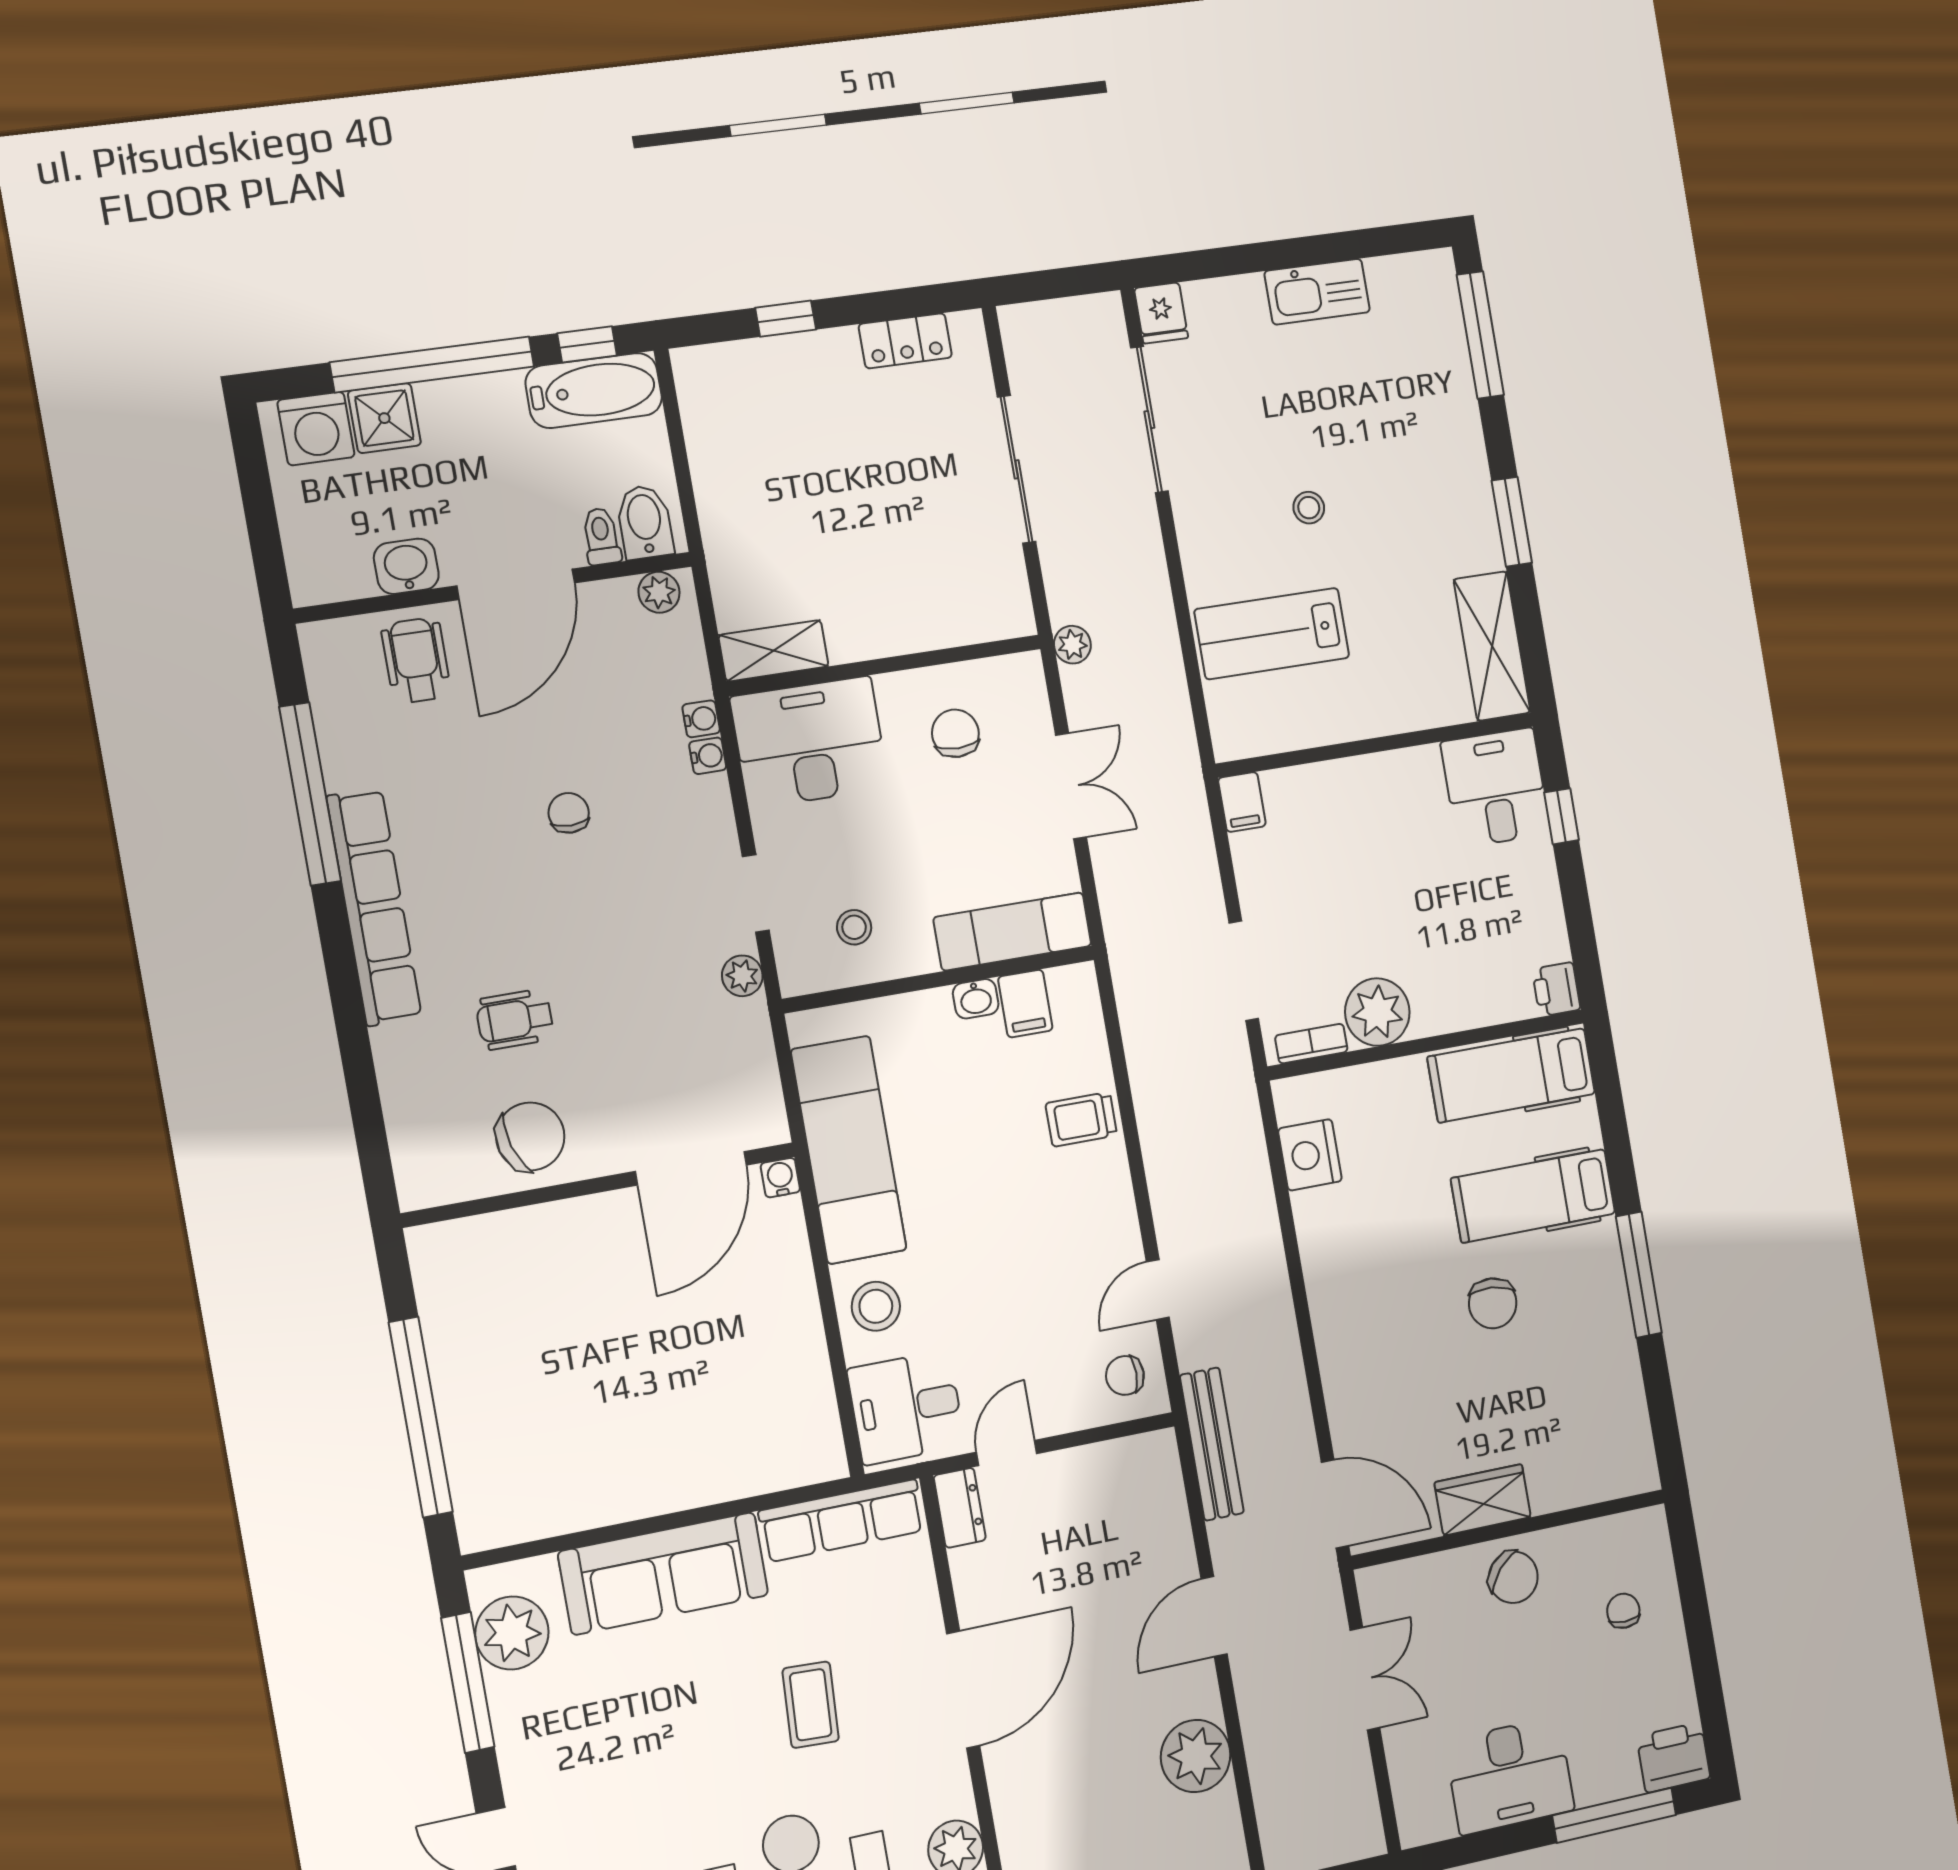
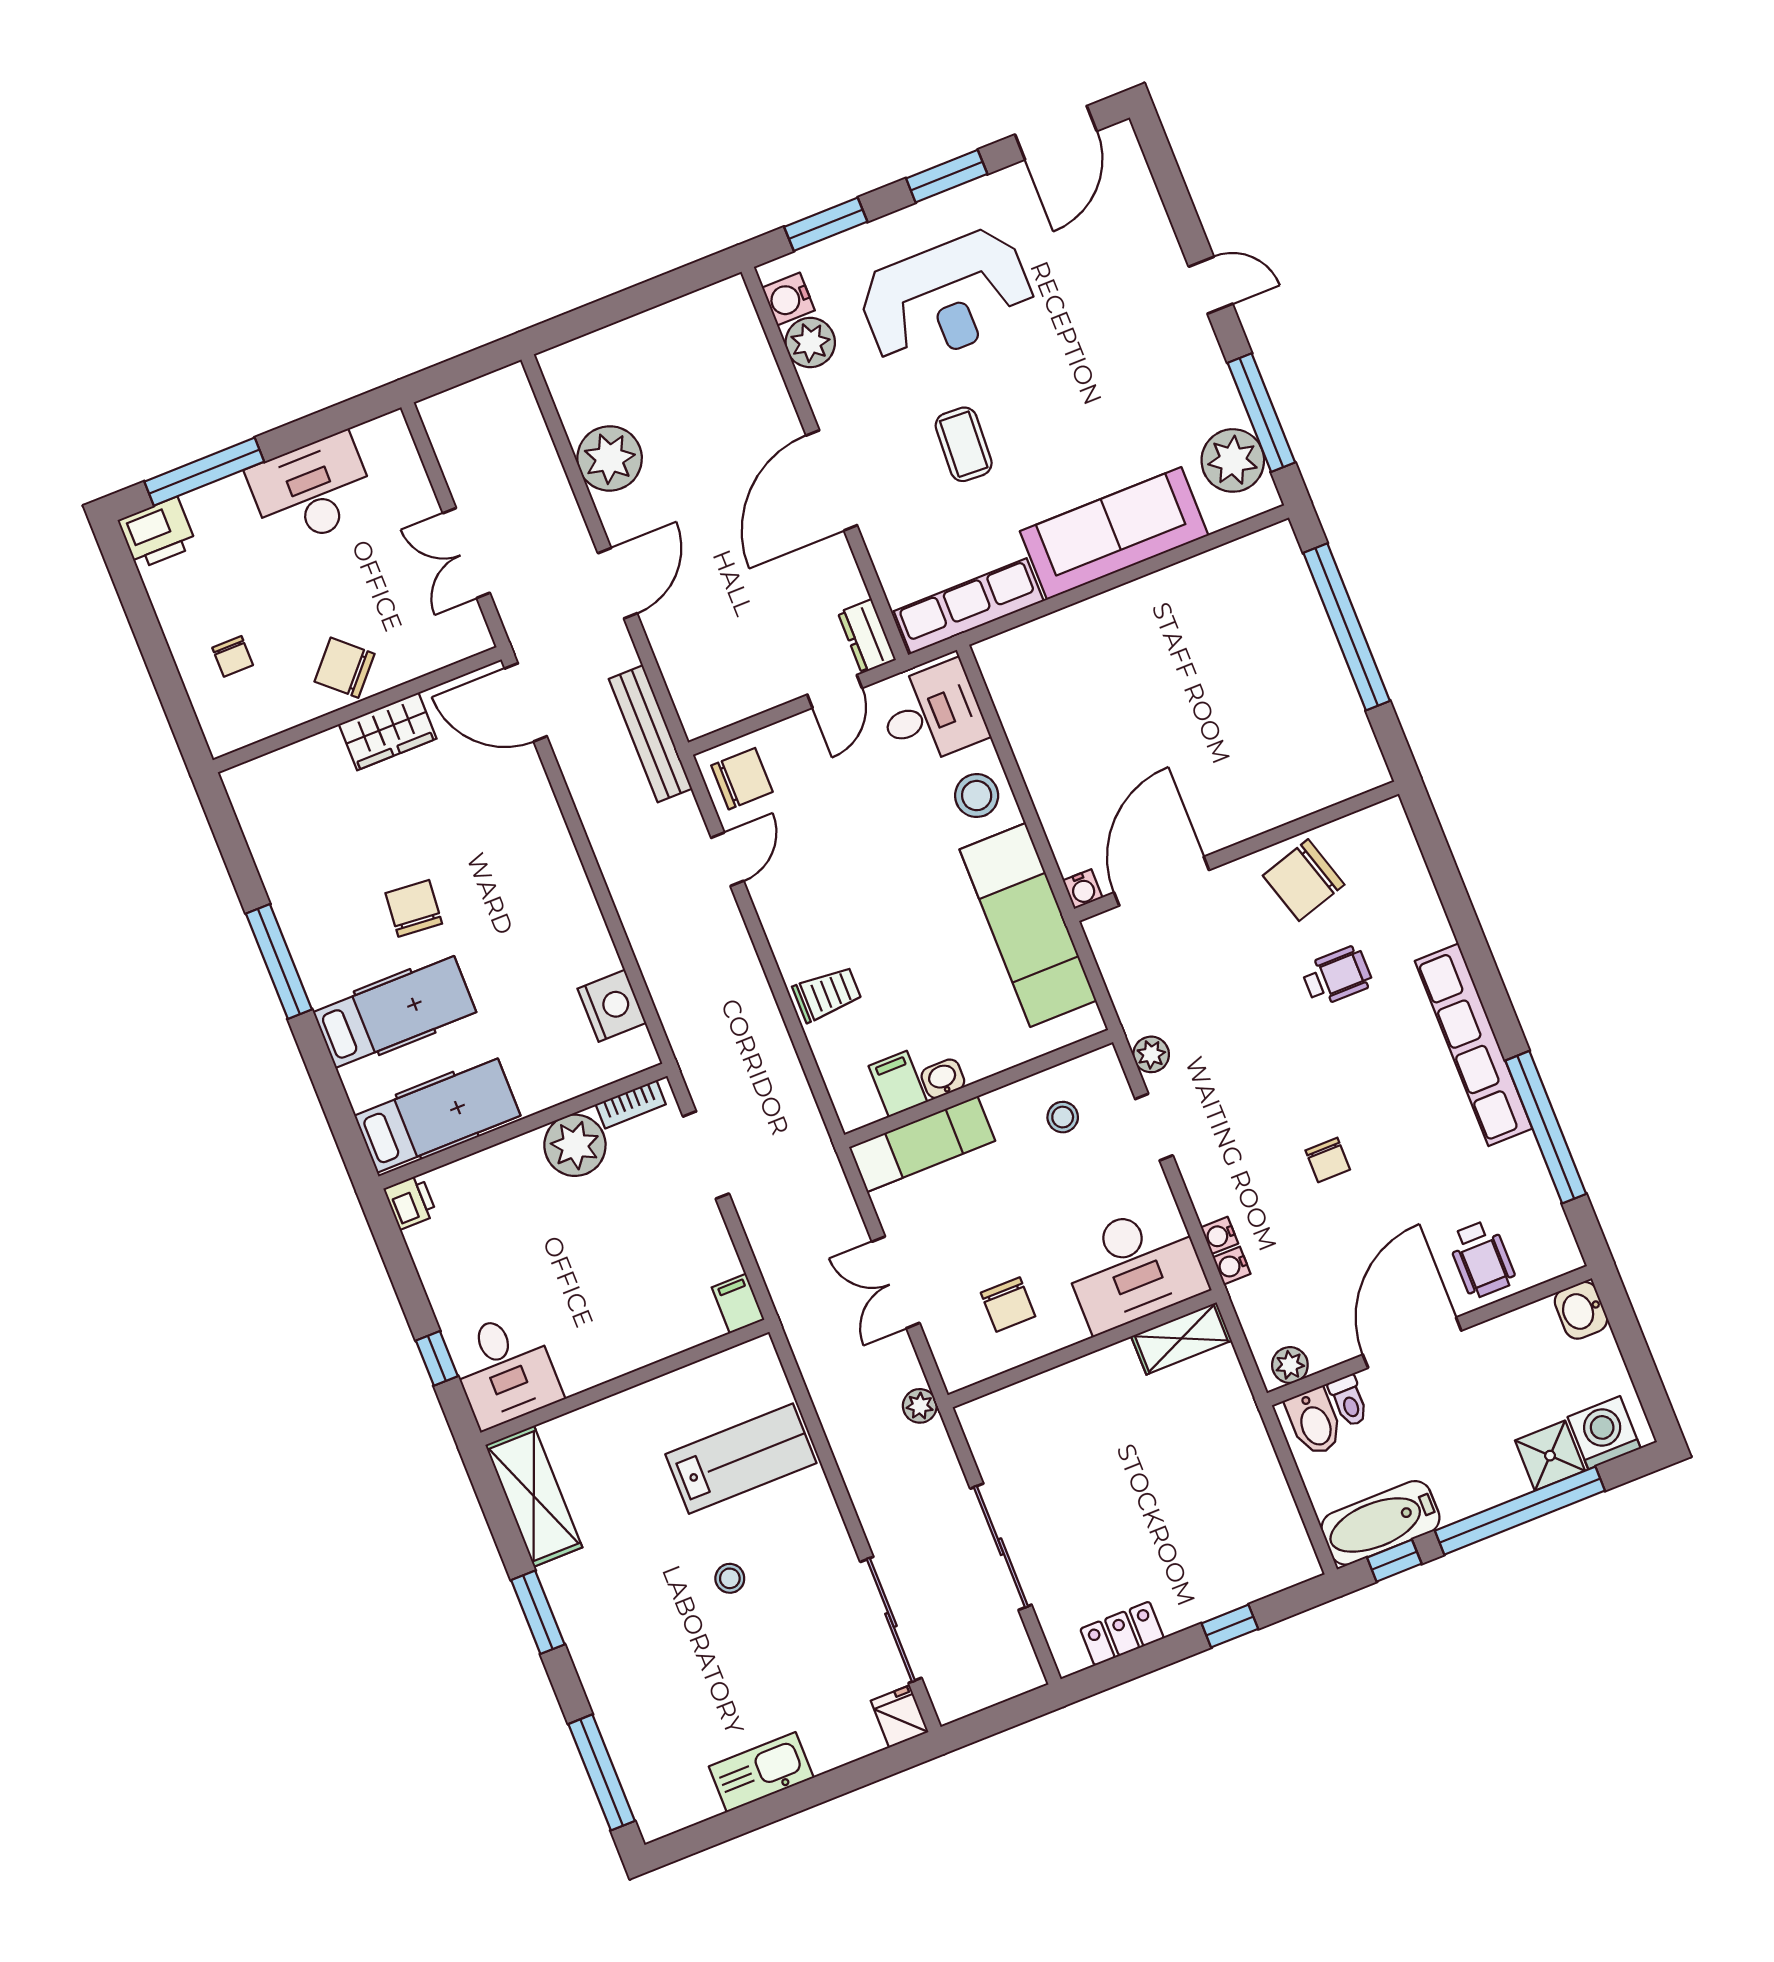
washbasin: (406, 566) -> (1581, 1310), moved, turned 90
chair: (1125, 1375) -> (742, 779), width x1.37, depth x1.37

